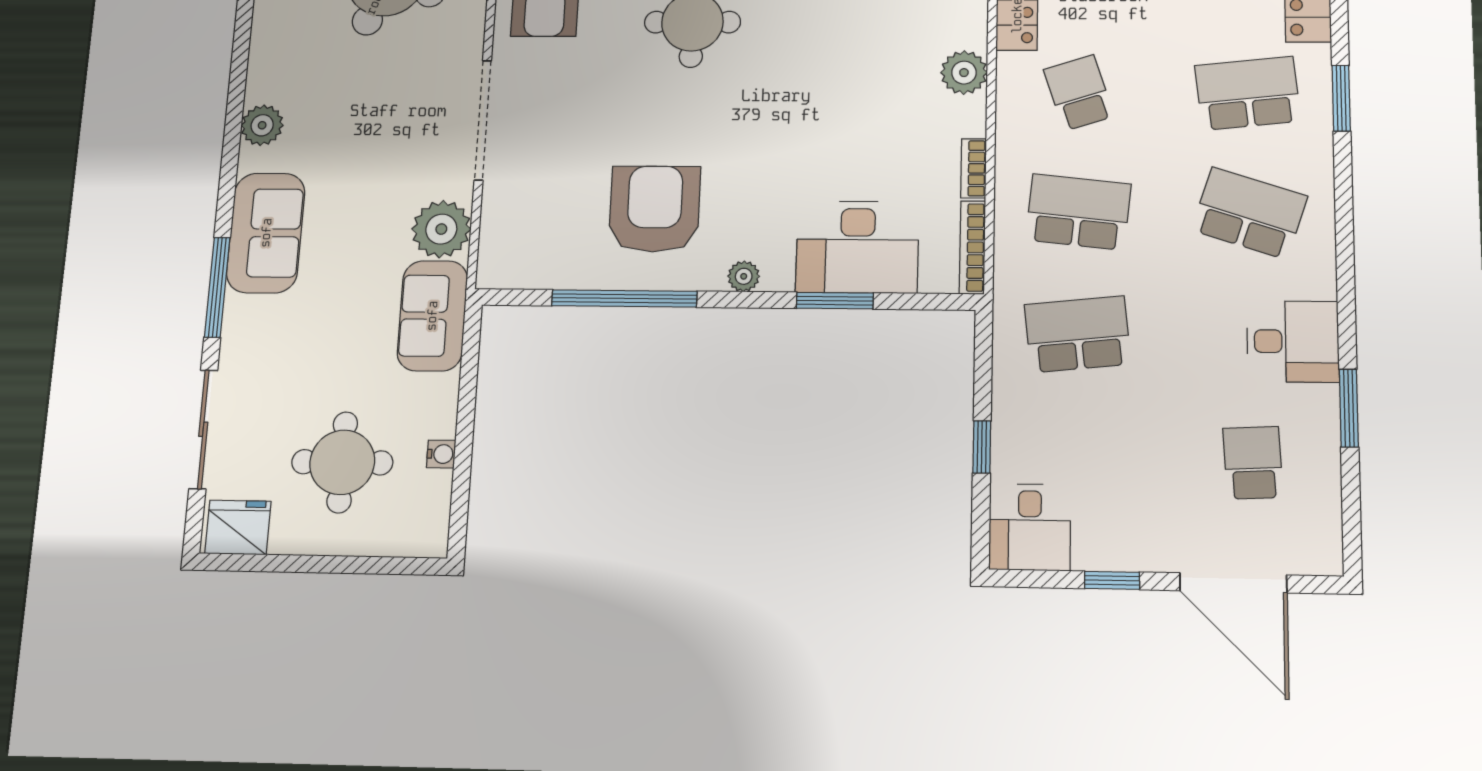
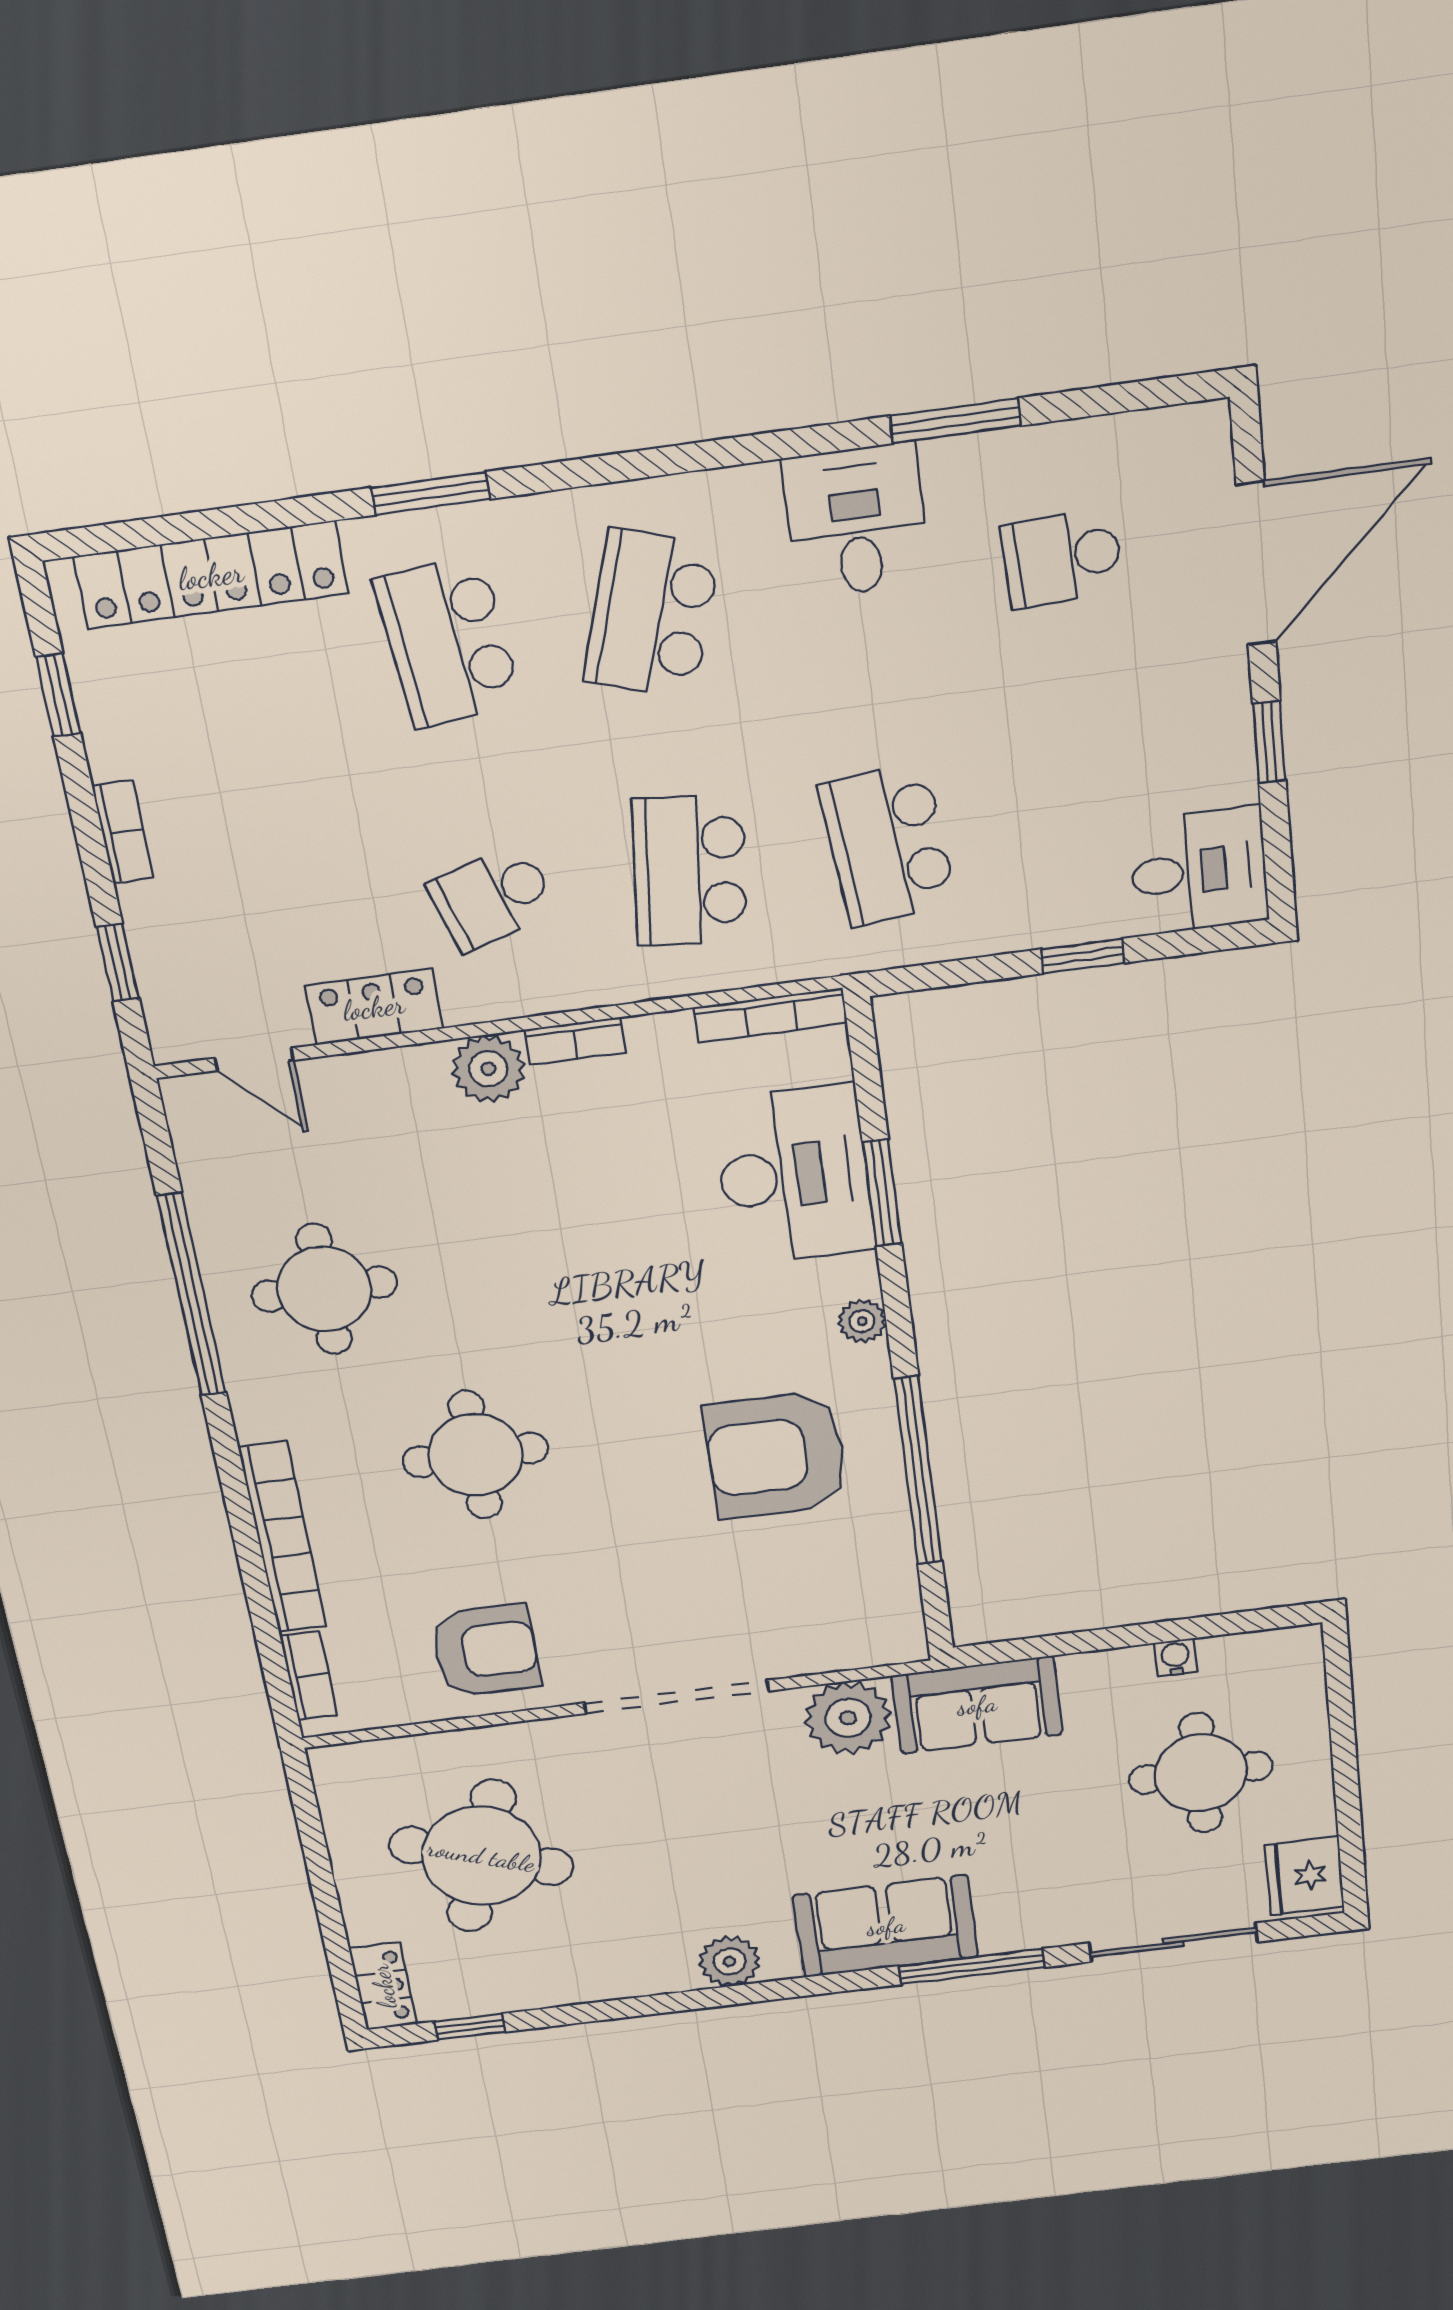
bookcase: (974, 168) -> (575, 1041), moved

